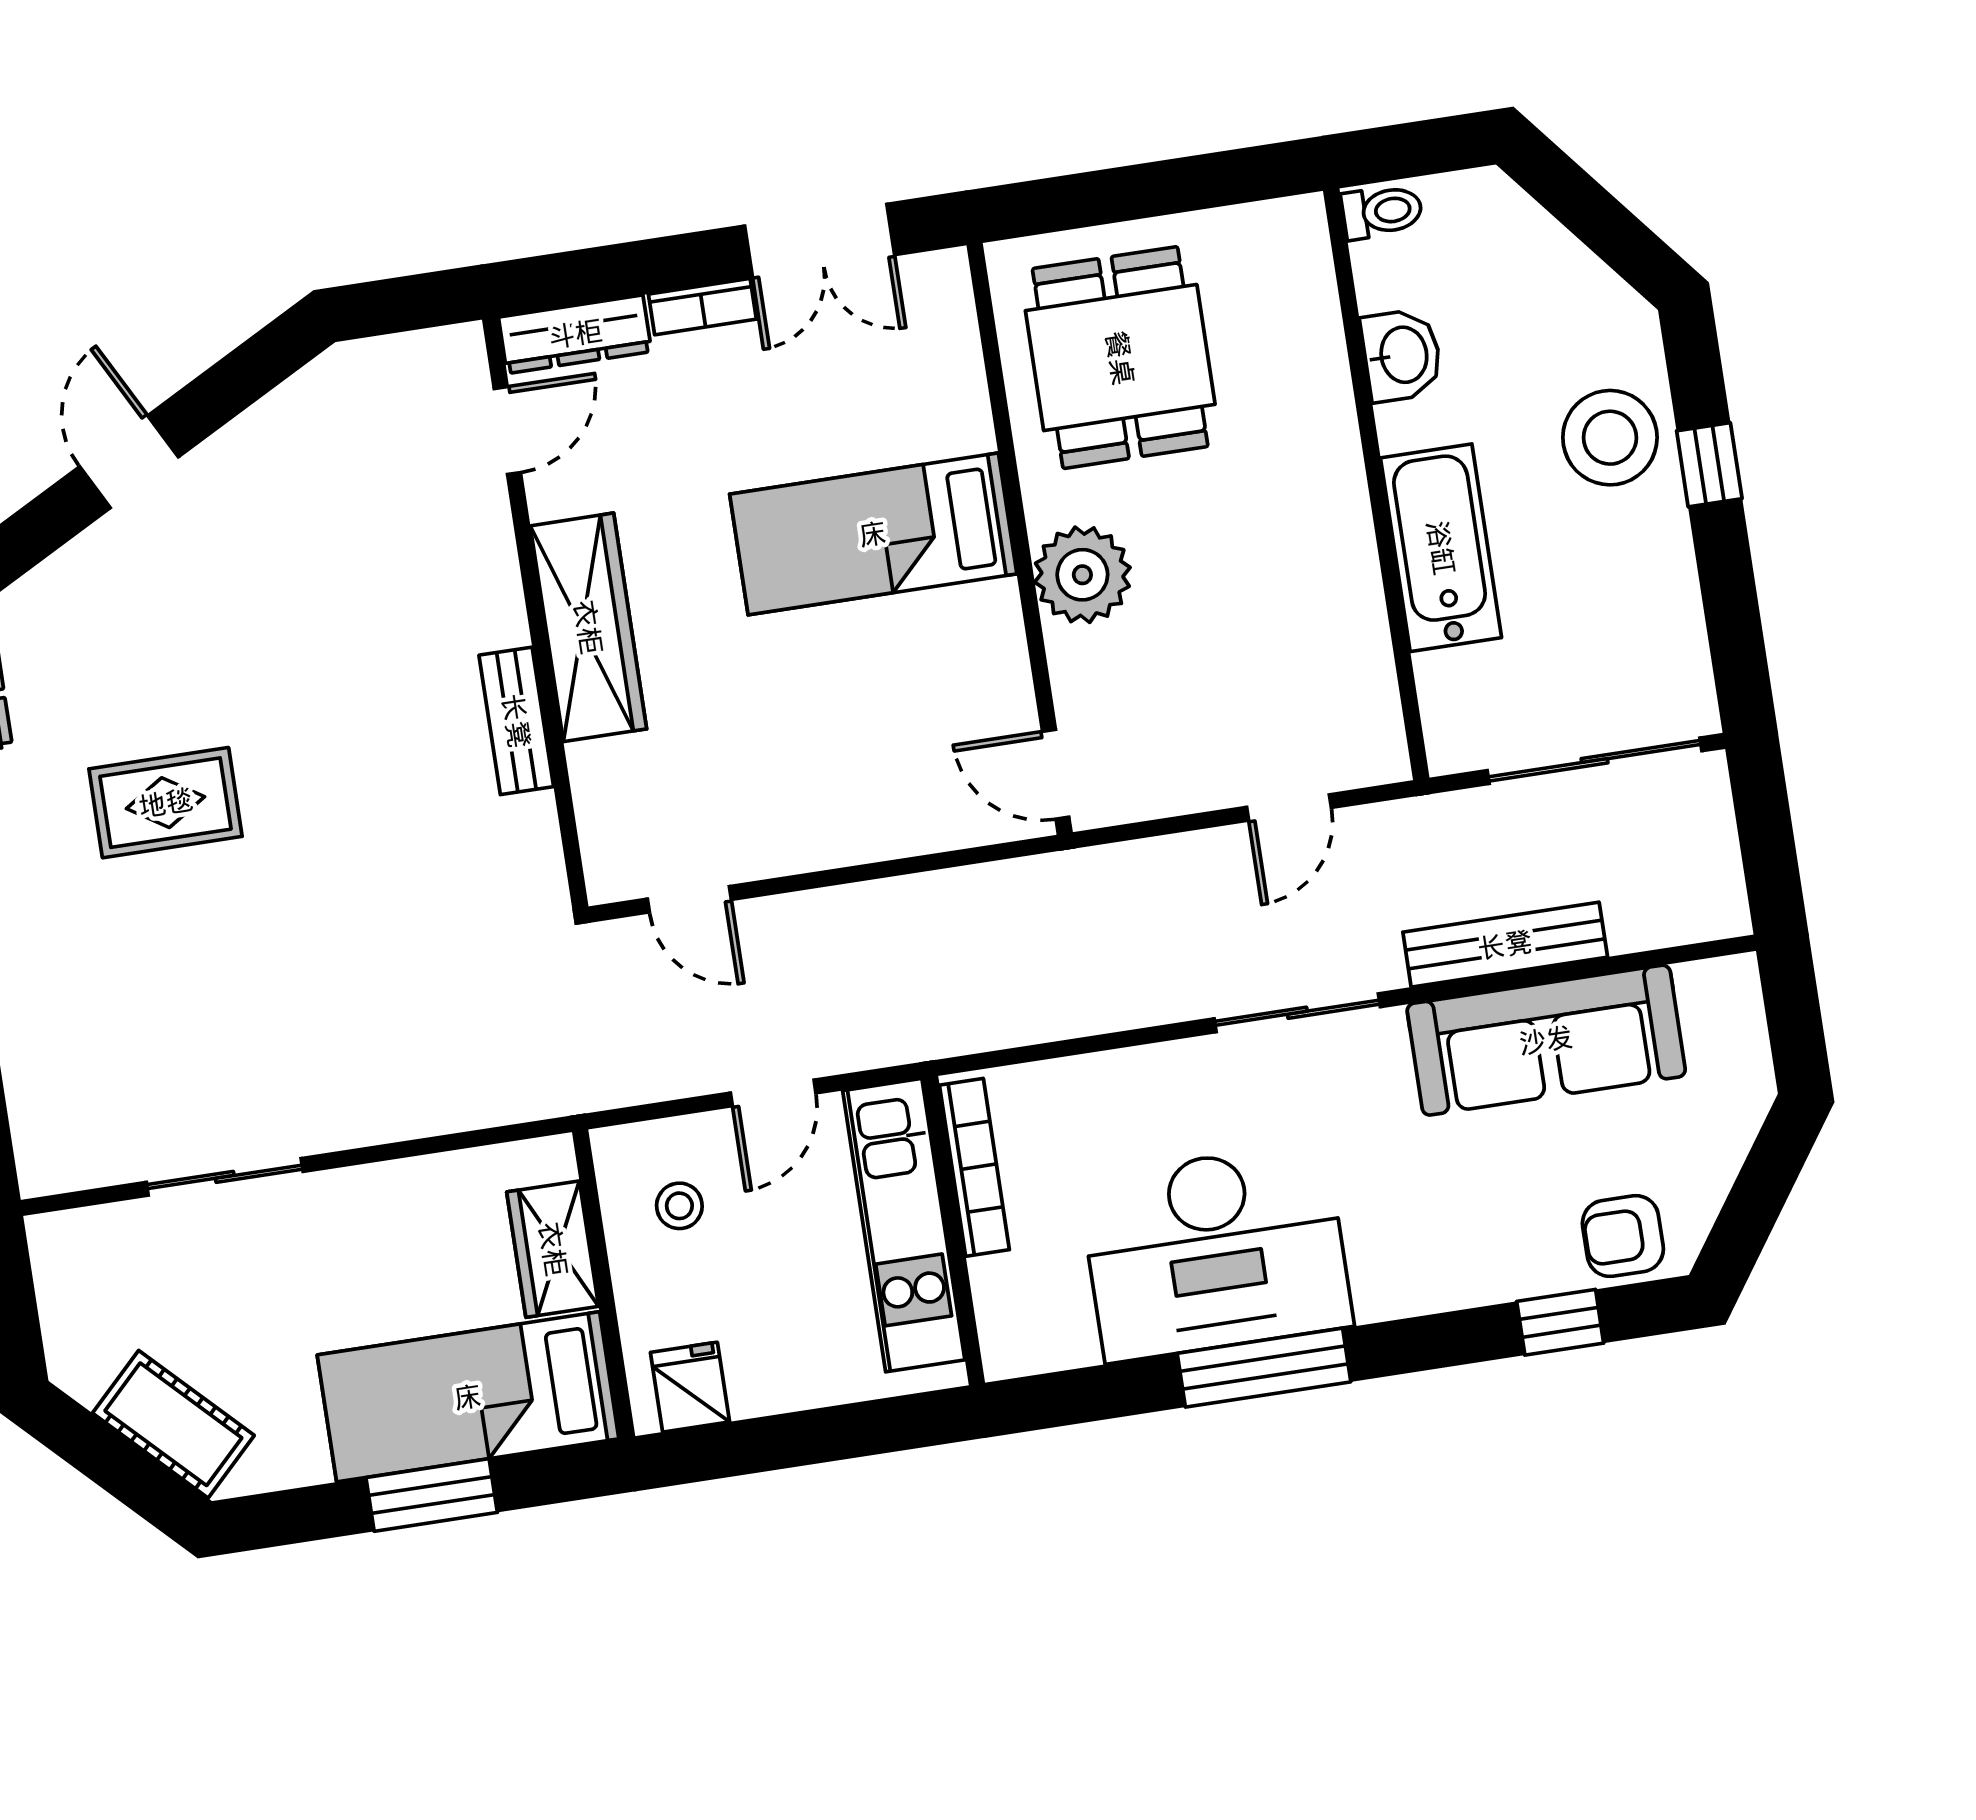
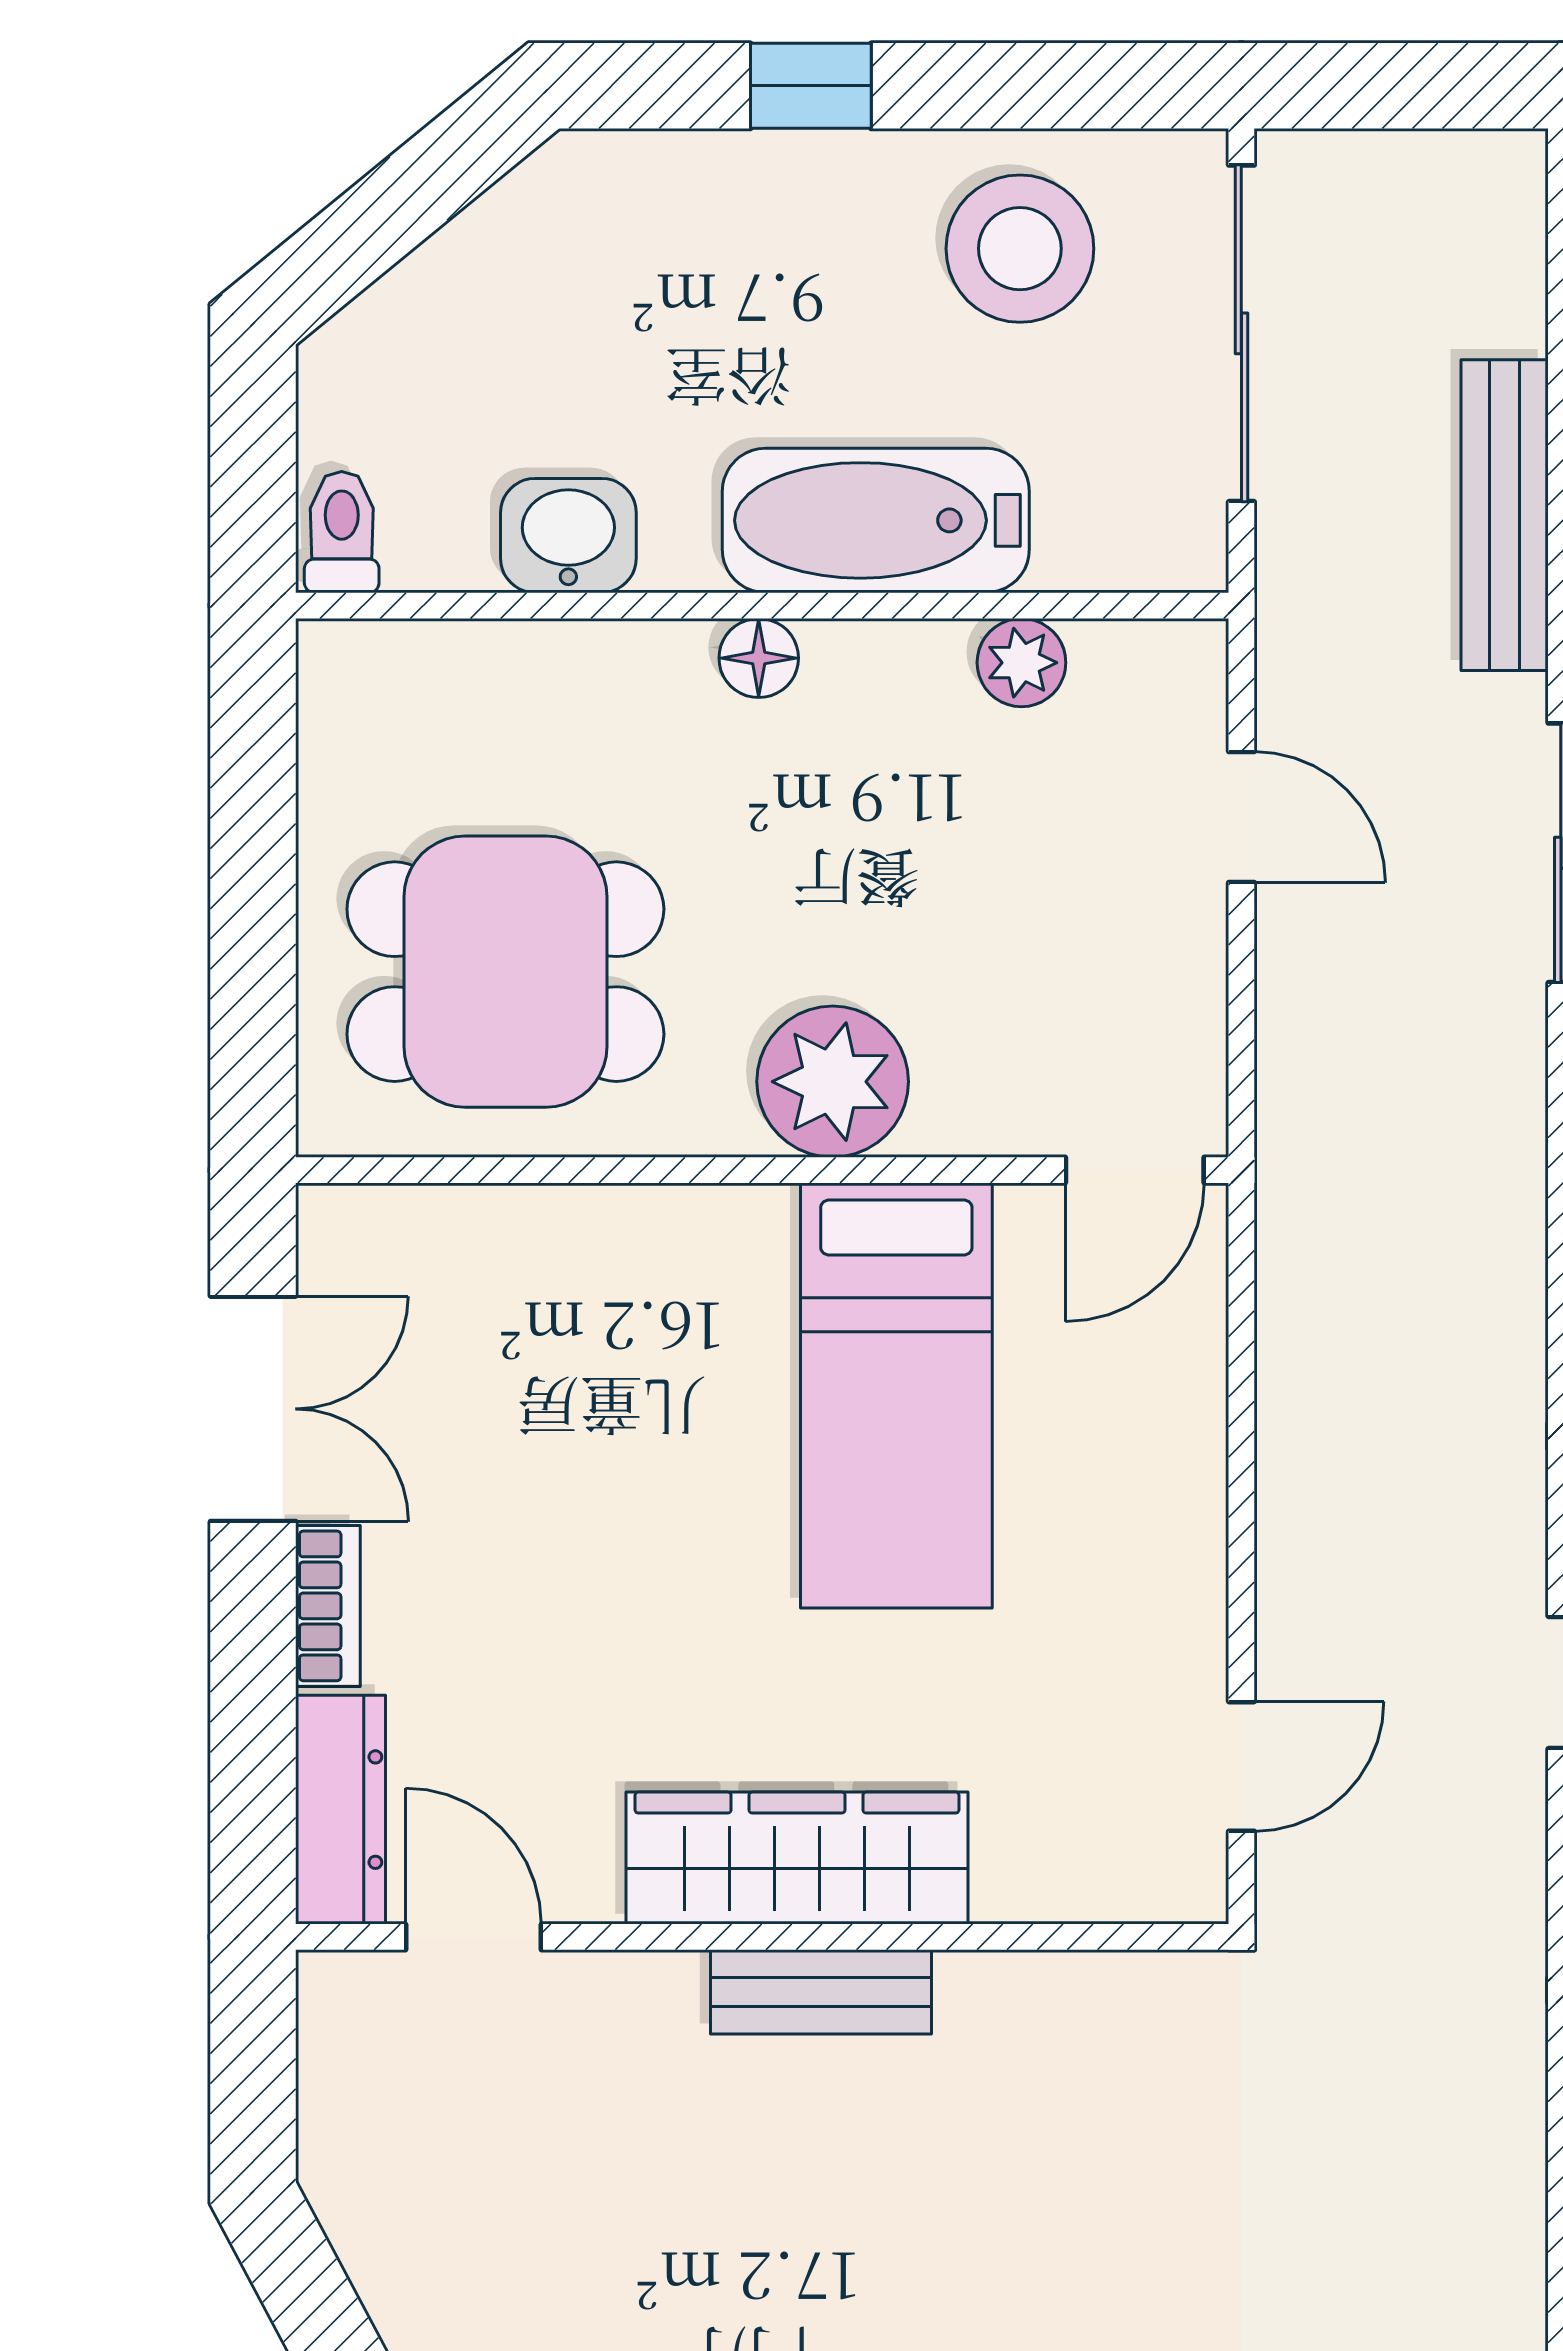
stool: (1610, 438) -> (1020, 249), moved
floor lamp: (1343, 487) -> (759, 658), added
bed: (873, 534) -> (896, 1396), moved
plant: (1365, 654) -> (1021, 663), added
bench: (516, 721) -> (821, 1992), moved

